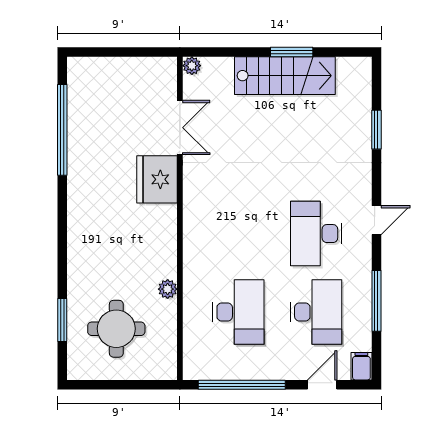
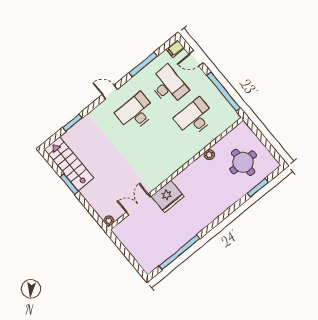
stairs: (285, 76) -> (69, 164), moved
desk: (316, 234) -> (136, 112), turned 180
desk: (316, 312) -> (168, 86), turned 90

